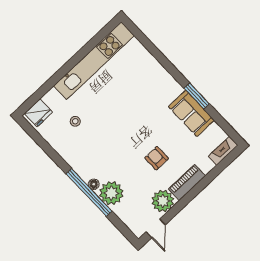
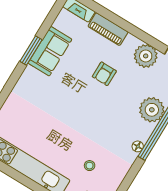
piano: (187, 182) -> (108, 29), moved
floor lamp: (94, 184) -> (138, 146), moved

